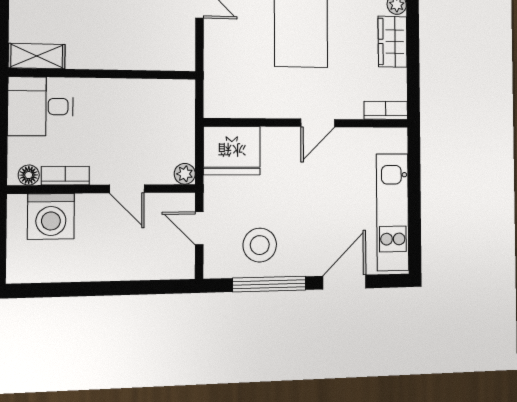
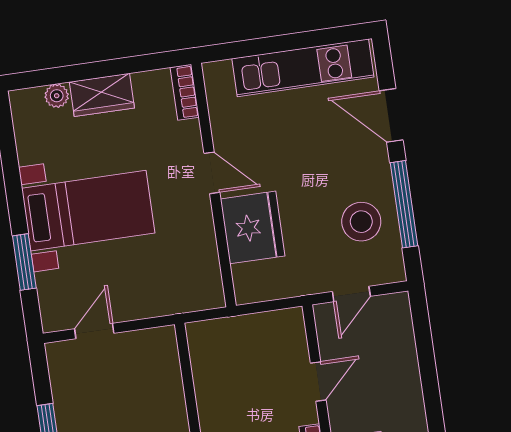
fridge: (232, 151) -> (253, 227), moved
plant: (185, 174) -> (292, 319), removed

